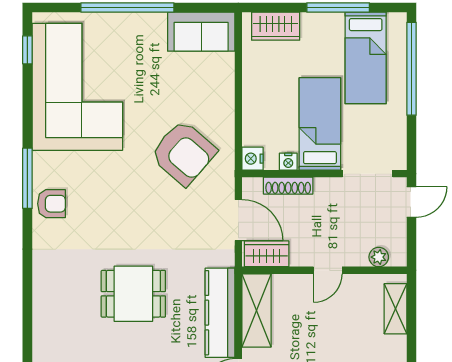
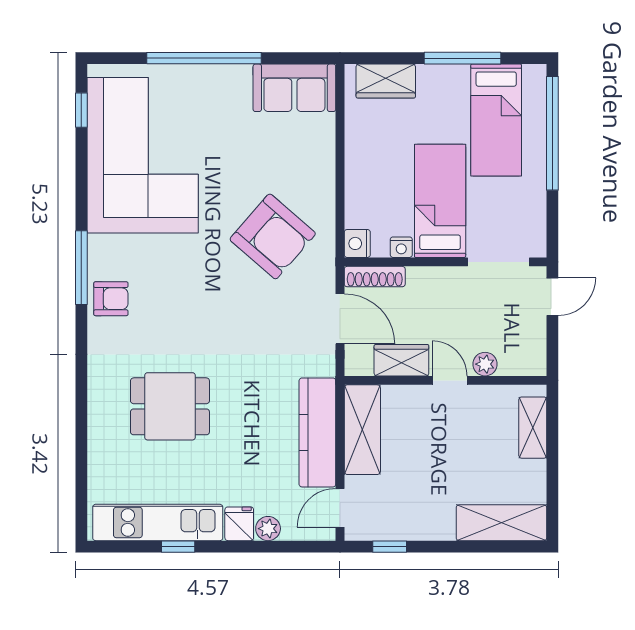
shoe rack: (288, 186) -> (375, 277), moved
wardrobe: (267, 254) -> (401, 360), moved
plant: (379, 257) -> (485, 364), moved
door: (328, 270) -> (450, 380), swing flipped
dining table: (133, 294) -> (170, 406), moved

